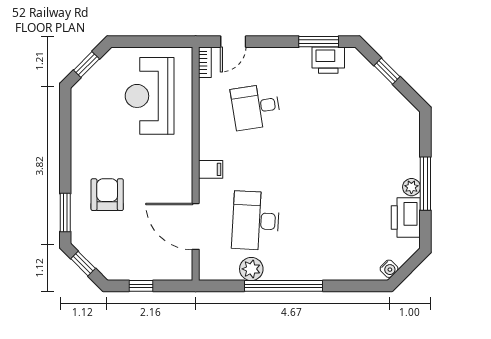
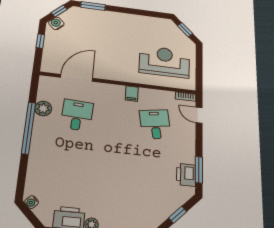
filing cabinet: (211, 169) -> (132, 94), moved
armchair: (107, 195) -> (102, 30), removed
desk: (256, 221) -> (77, 115), width x0.73
water cooler: (106, 266) -> (56, 23), added

